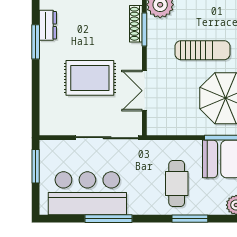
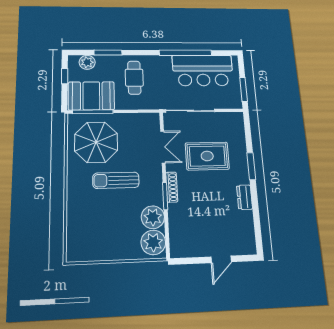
shoe rack: (136, 24) -> (172, 187), moved
window: (36, 42) -> (251, 166), moved
window: (108, 219) -> (186, 53), width x1.46
window: (190, 219) -> (108, 53), moved

